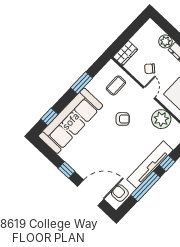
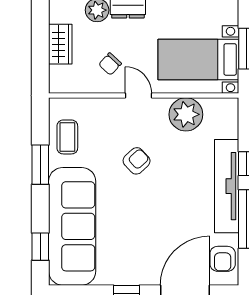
wardrobe: (125, 53) -> (60, 44), moved
coffee table: (116, 85) -> (67, 137), moved
armchair: (120, 193) -> (223, 259), turned -90

